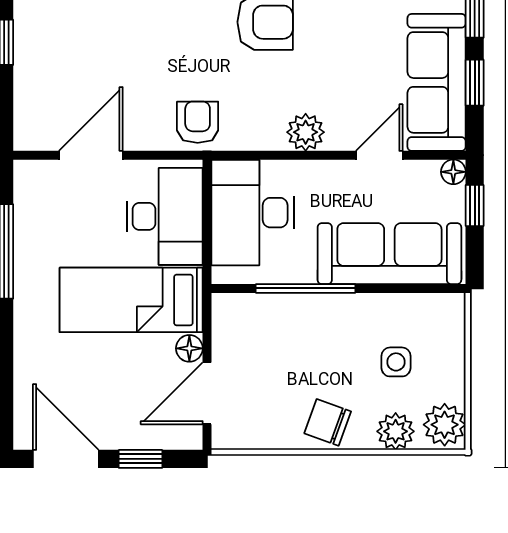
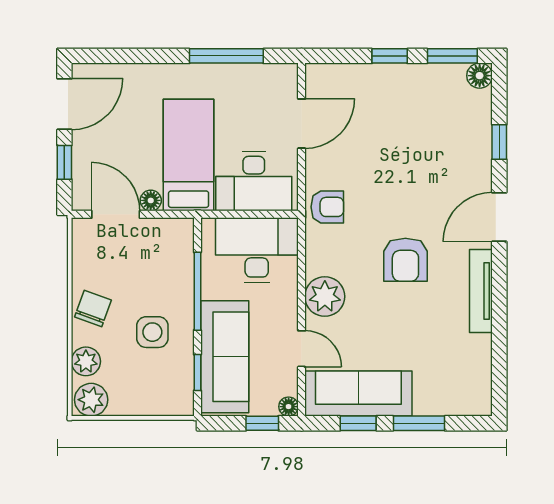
plant: (306, 132) -> (325, 296), width x1.36, depth x1.36
door: (91, 155) -> (302, 124), hinge flipped
window: (410, 288) -> (197, 372), added
side table: (396, 362) -> (152, 332), moved, width x1.37, depth x1.37

